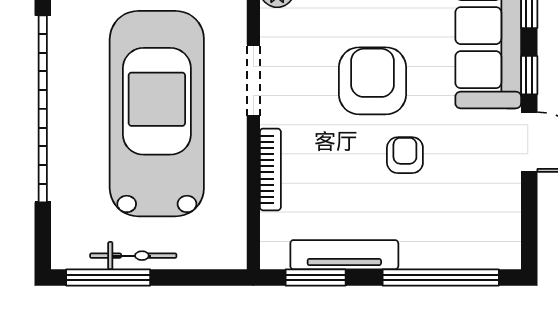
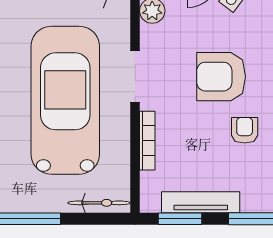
armchair: (372, 81) -> (221, 77), turned -90
bicycle: (133, 256) -> (99, 203), moved

